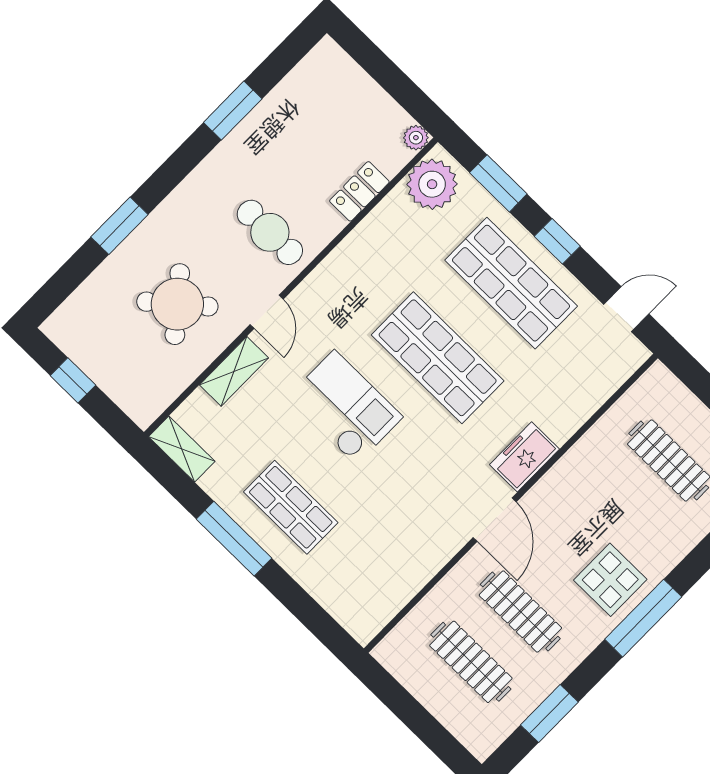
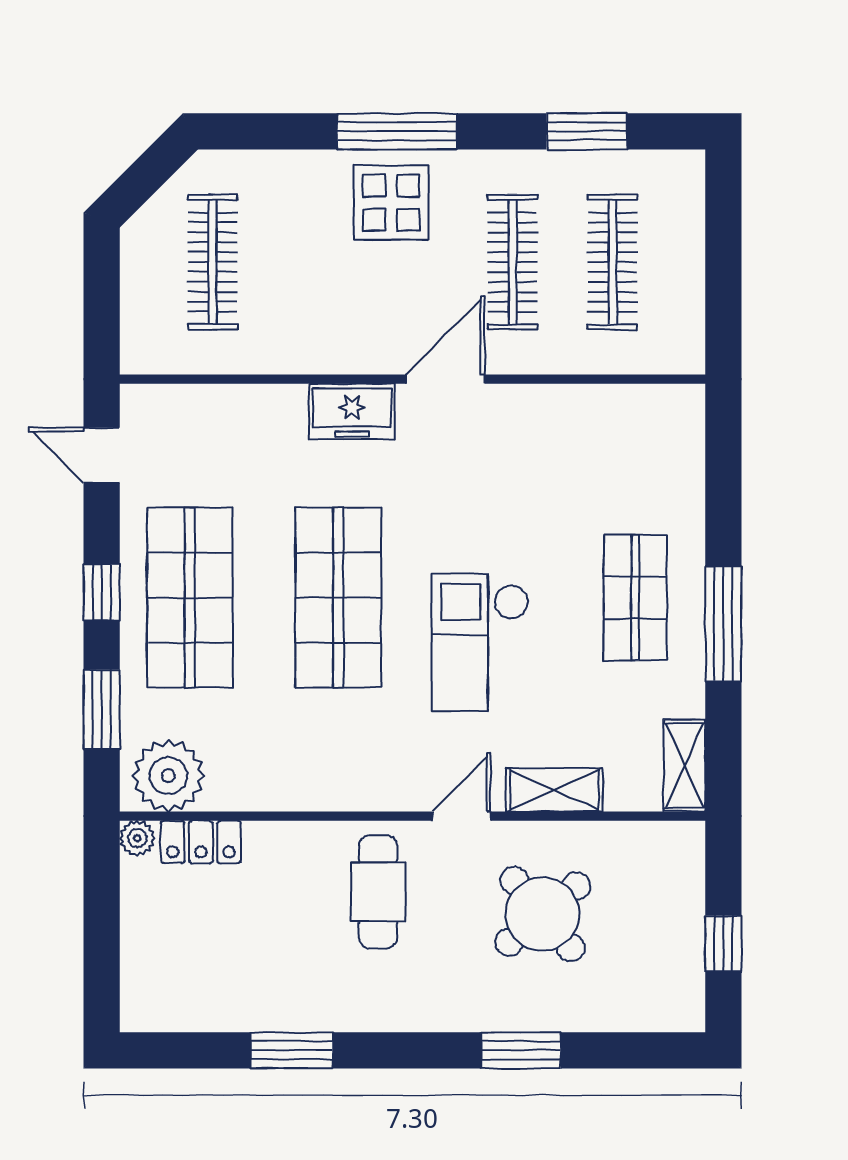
locker: (359, 191) -> (201, 842), moved

